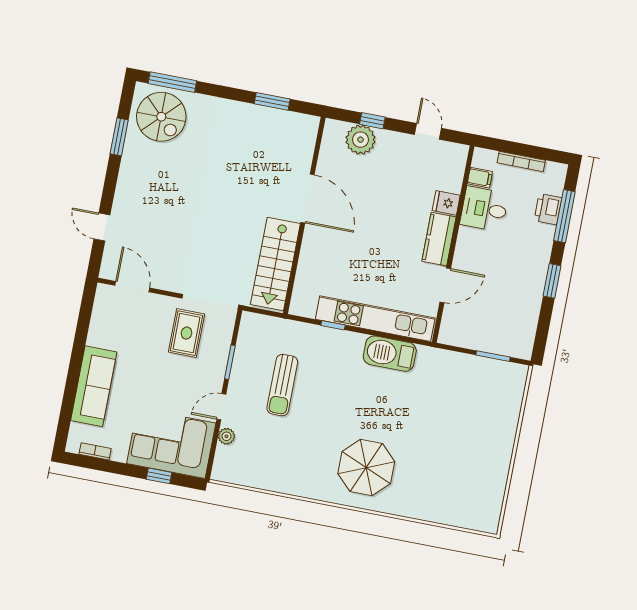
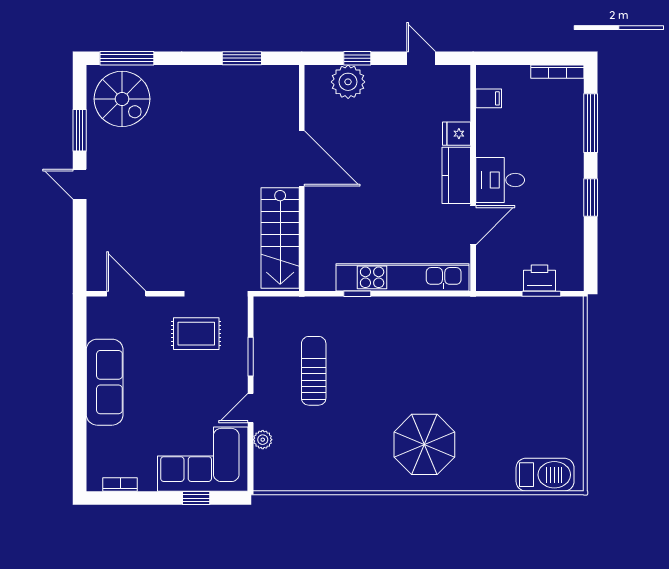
bookcase: (521, 161) -> (557, 72), moved
desk: (484, 209) -> (500, 180), moved
printer: (548, 209) -> (539, 278), moved, turned 90
door: (102, 227) -> (80, 184), moved
rug: (186, 333) -> (196, 334), turned 90
barbecue: (390, 354) -> (545, 475), moved, turned 180
sun lounger: (282, 385) -> (314, 371), turned 180
sofa: (94, 386) -> (105, 382), moved

